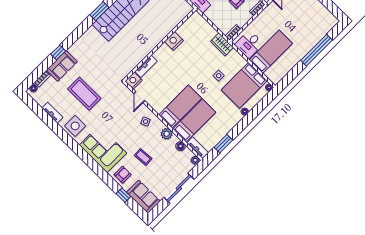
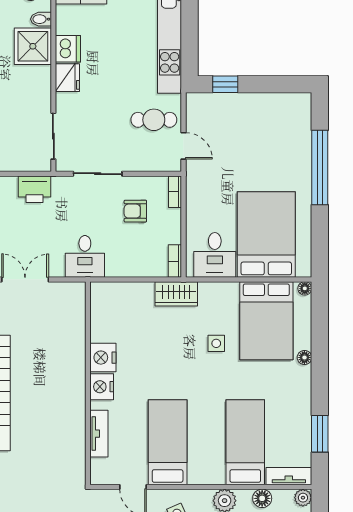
bed: (271, 52) -> (266, 235), width x1.50
nightstand: (134, 81) -> (102, 387), moved
bed: (180, 107) -> (168, 442), moved

